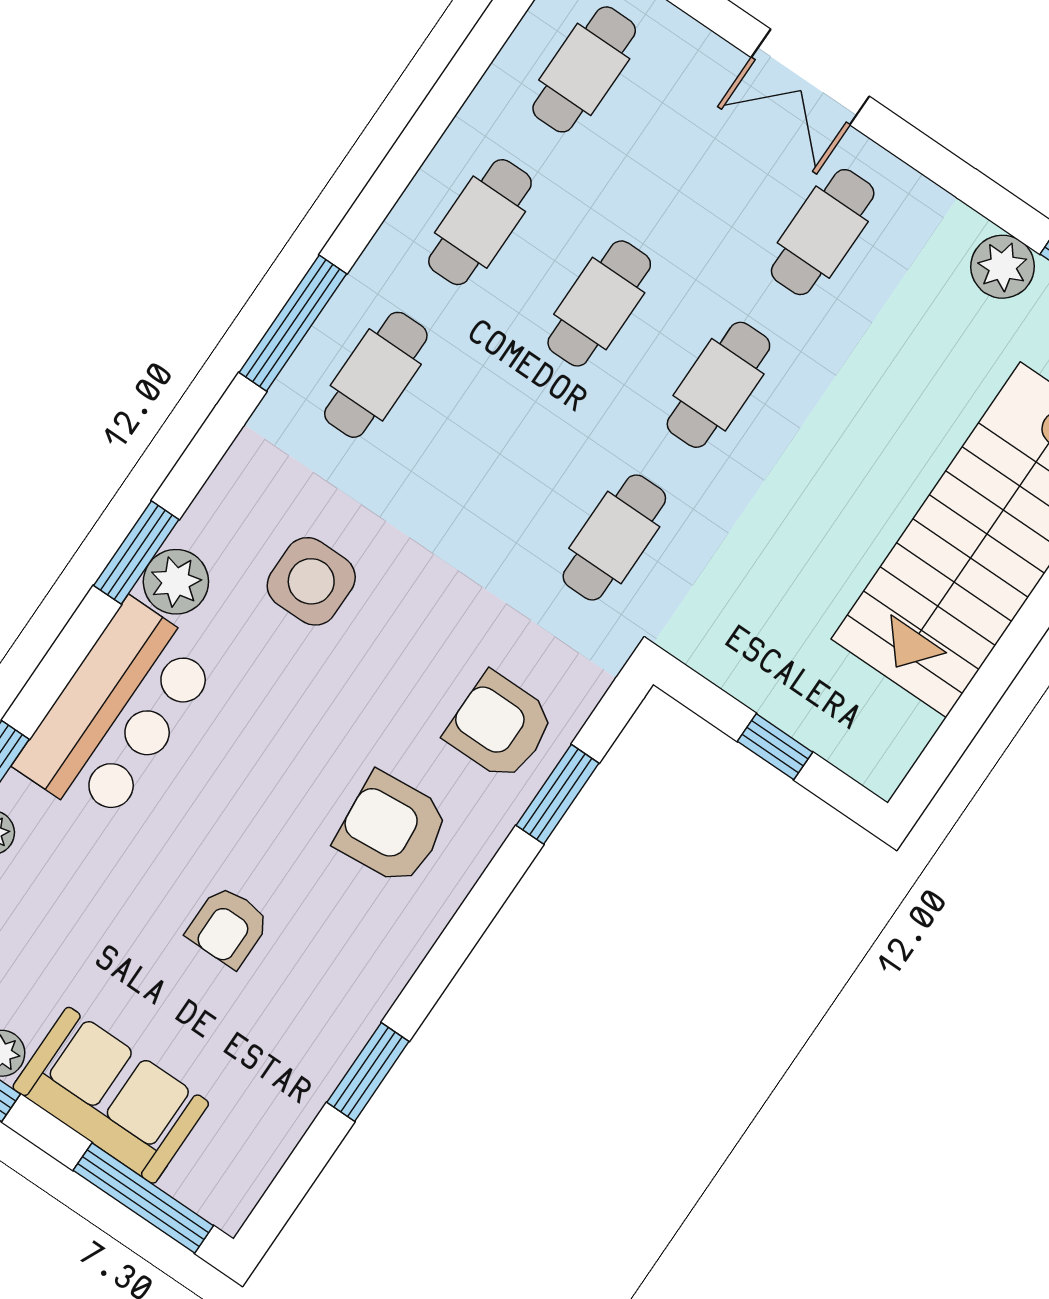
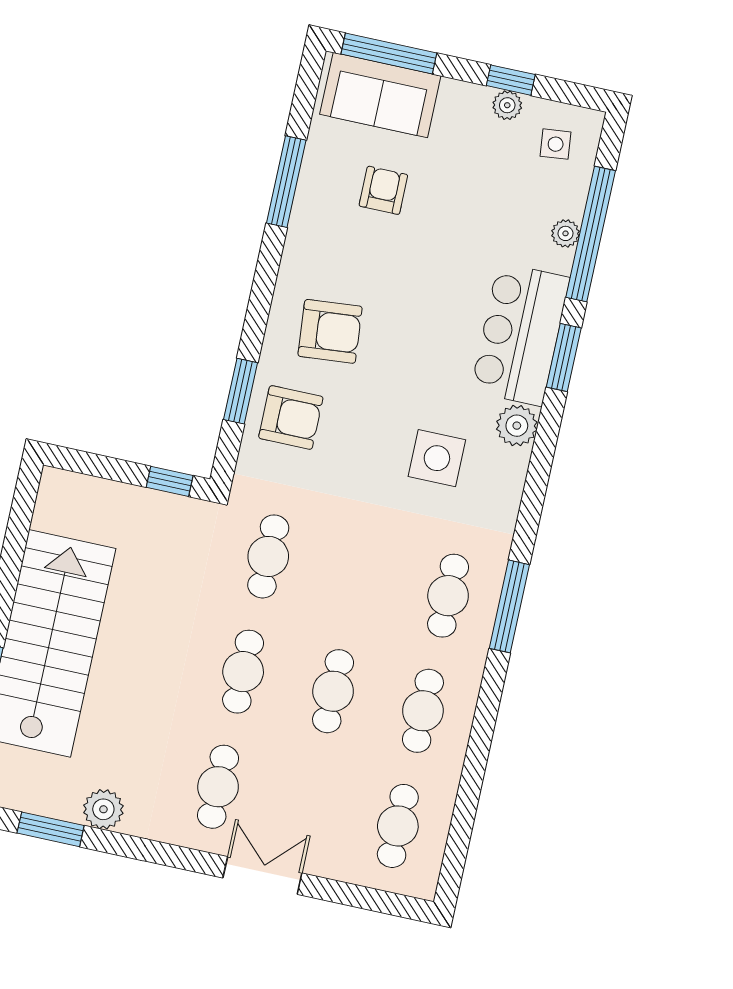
window: (136, 553) -> (564, 358), moved
window: (775, 747) -> (170, 481), moved
armchair: (228, 927) -> (383, 190), moved
window: (368, 1072) -> (286, 182), width x1.44
sofa: (111, 1095) -> (380, 95), moved

